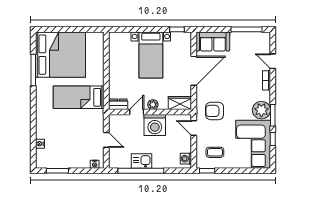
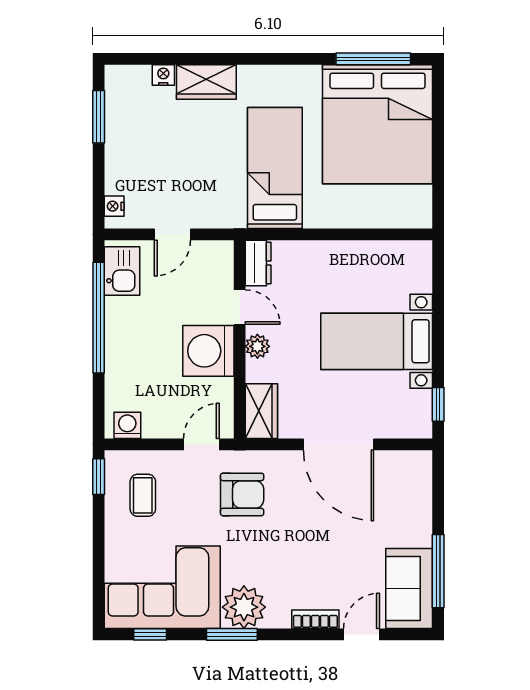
sofa: (213, 41) -> (409, 588), moved
window: (33, 70) -> (373, 59), moved
armchair: (215, 111) -> (242, 494), turned 90
wardrobe: (43, 126) -> (206, 82), added
window: (273, 139) -> (150, 634), moved
kitchen sink: (141, 161) -> (122, 271), moved

